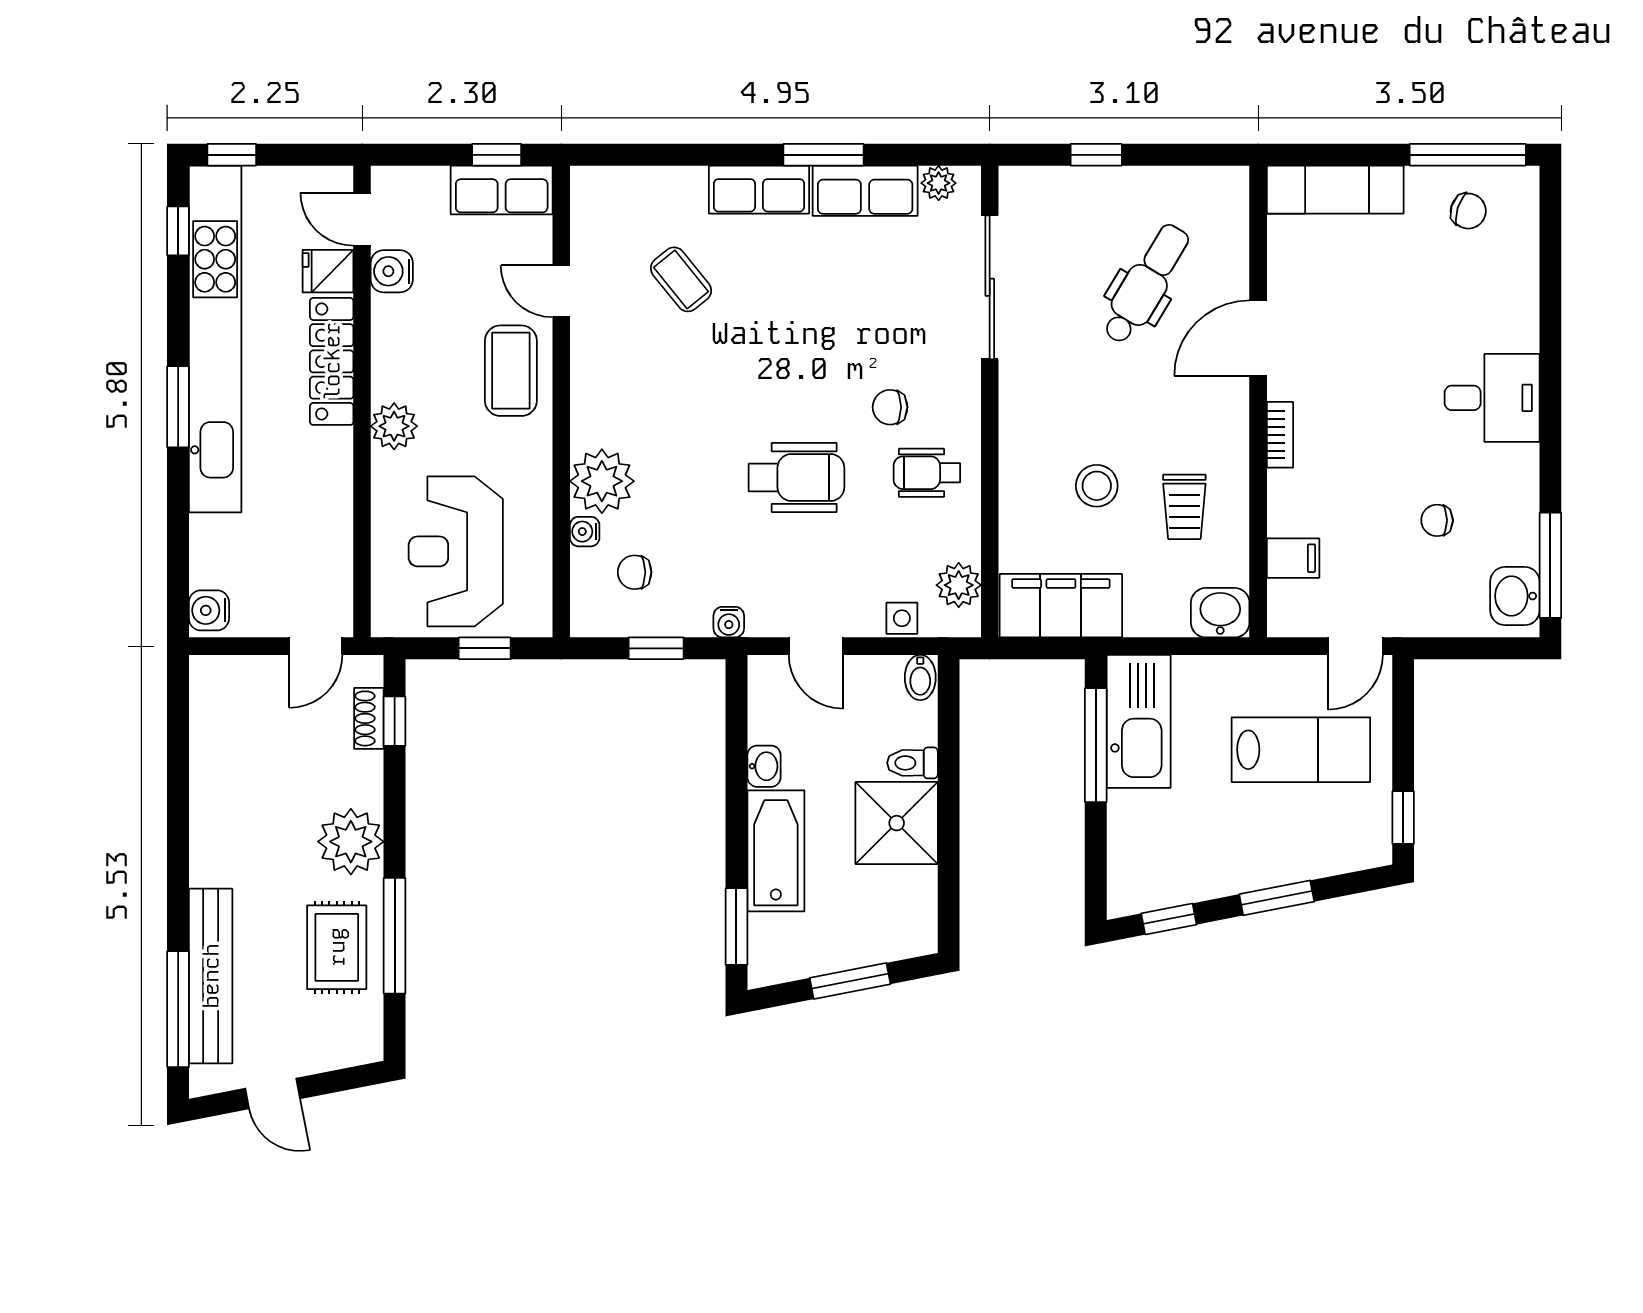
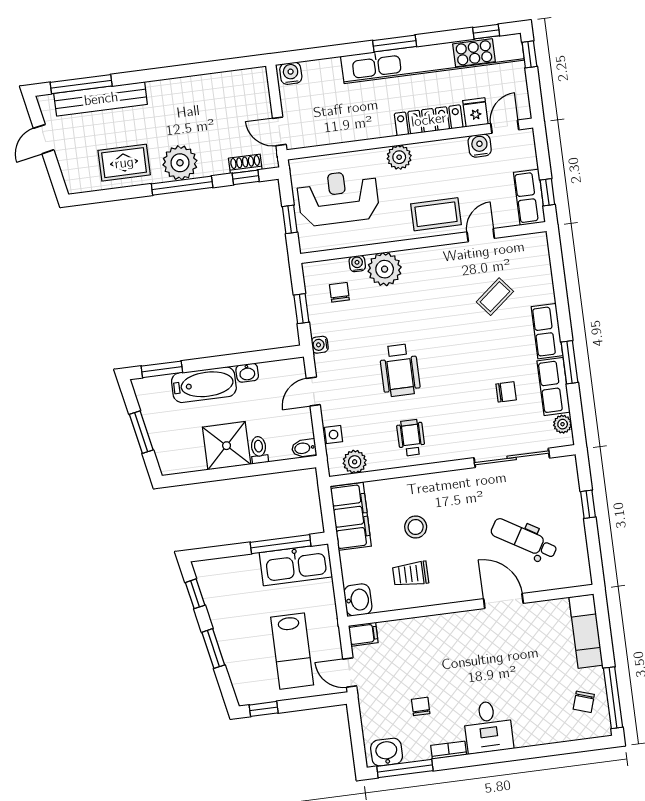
dental chair: (1146, 284) -> (524, 539), turned 180
chair: (890, 407) -> (506, 392), moved, turned 90
bookcase: (1280, 435) -> (449, 750), moved, turned 180
filing cabinet: (1293, 558) -> (363, 634), moved, turned -90
window: (395, 936) -> (182, 186), moved

